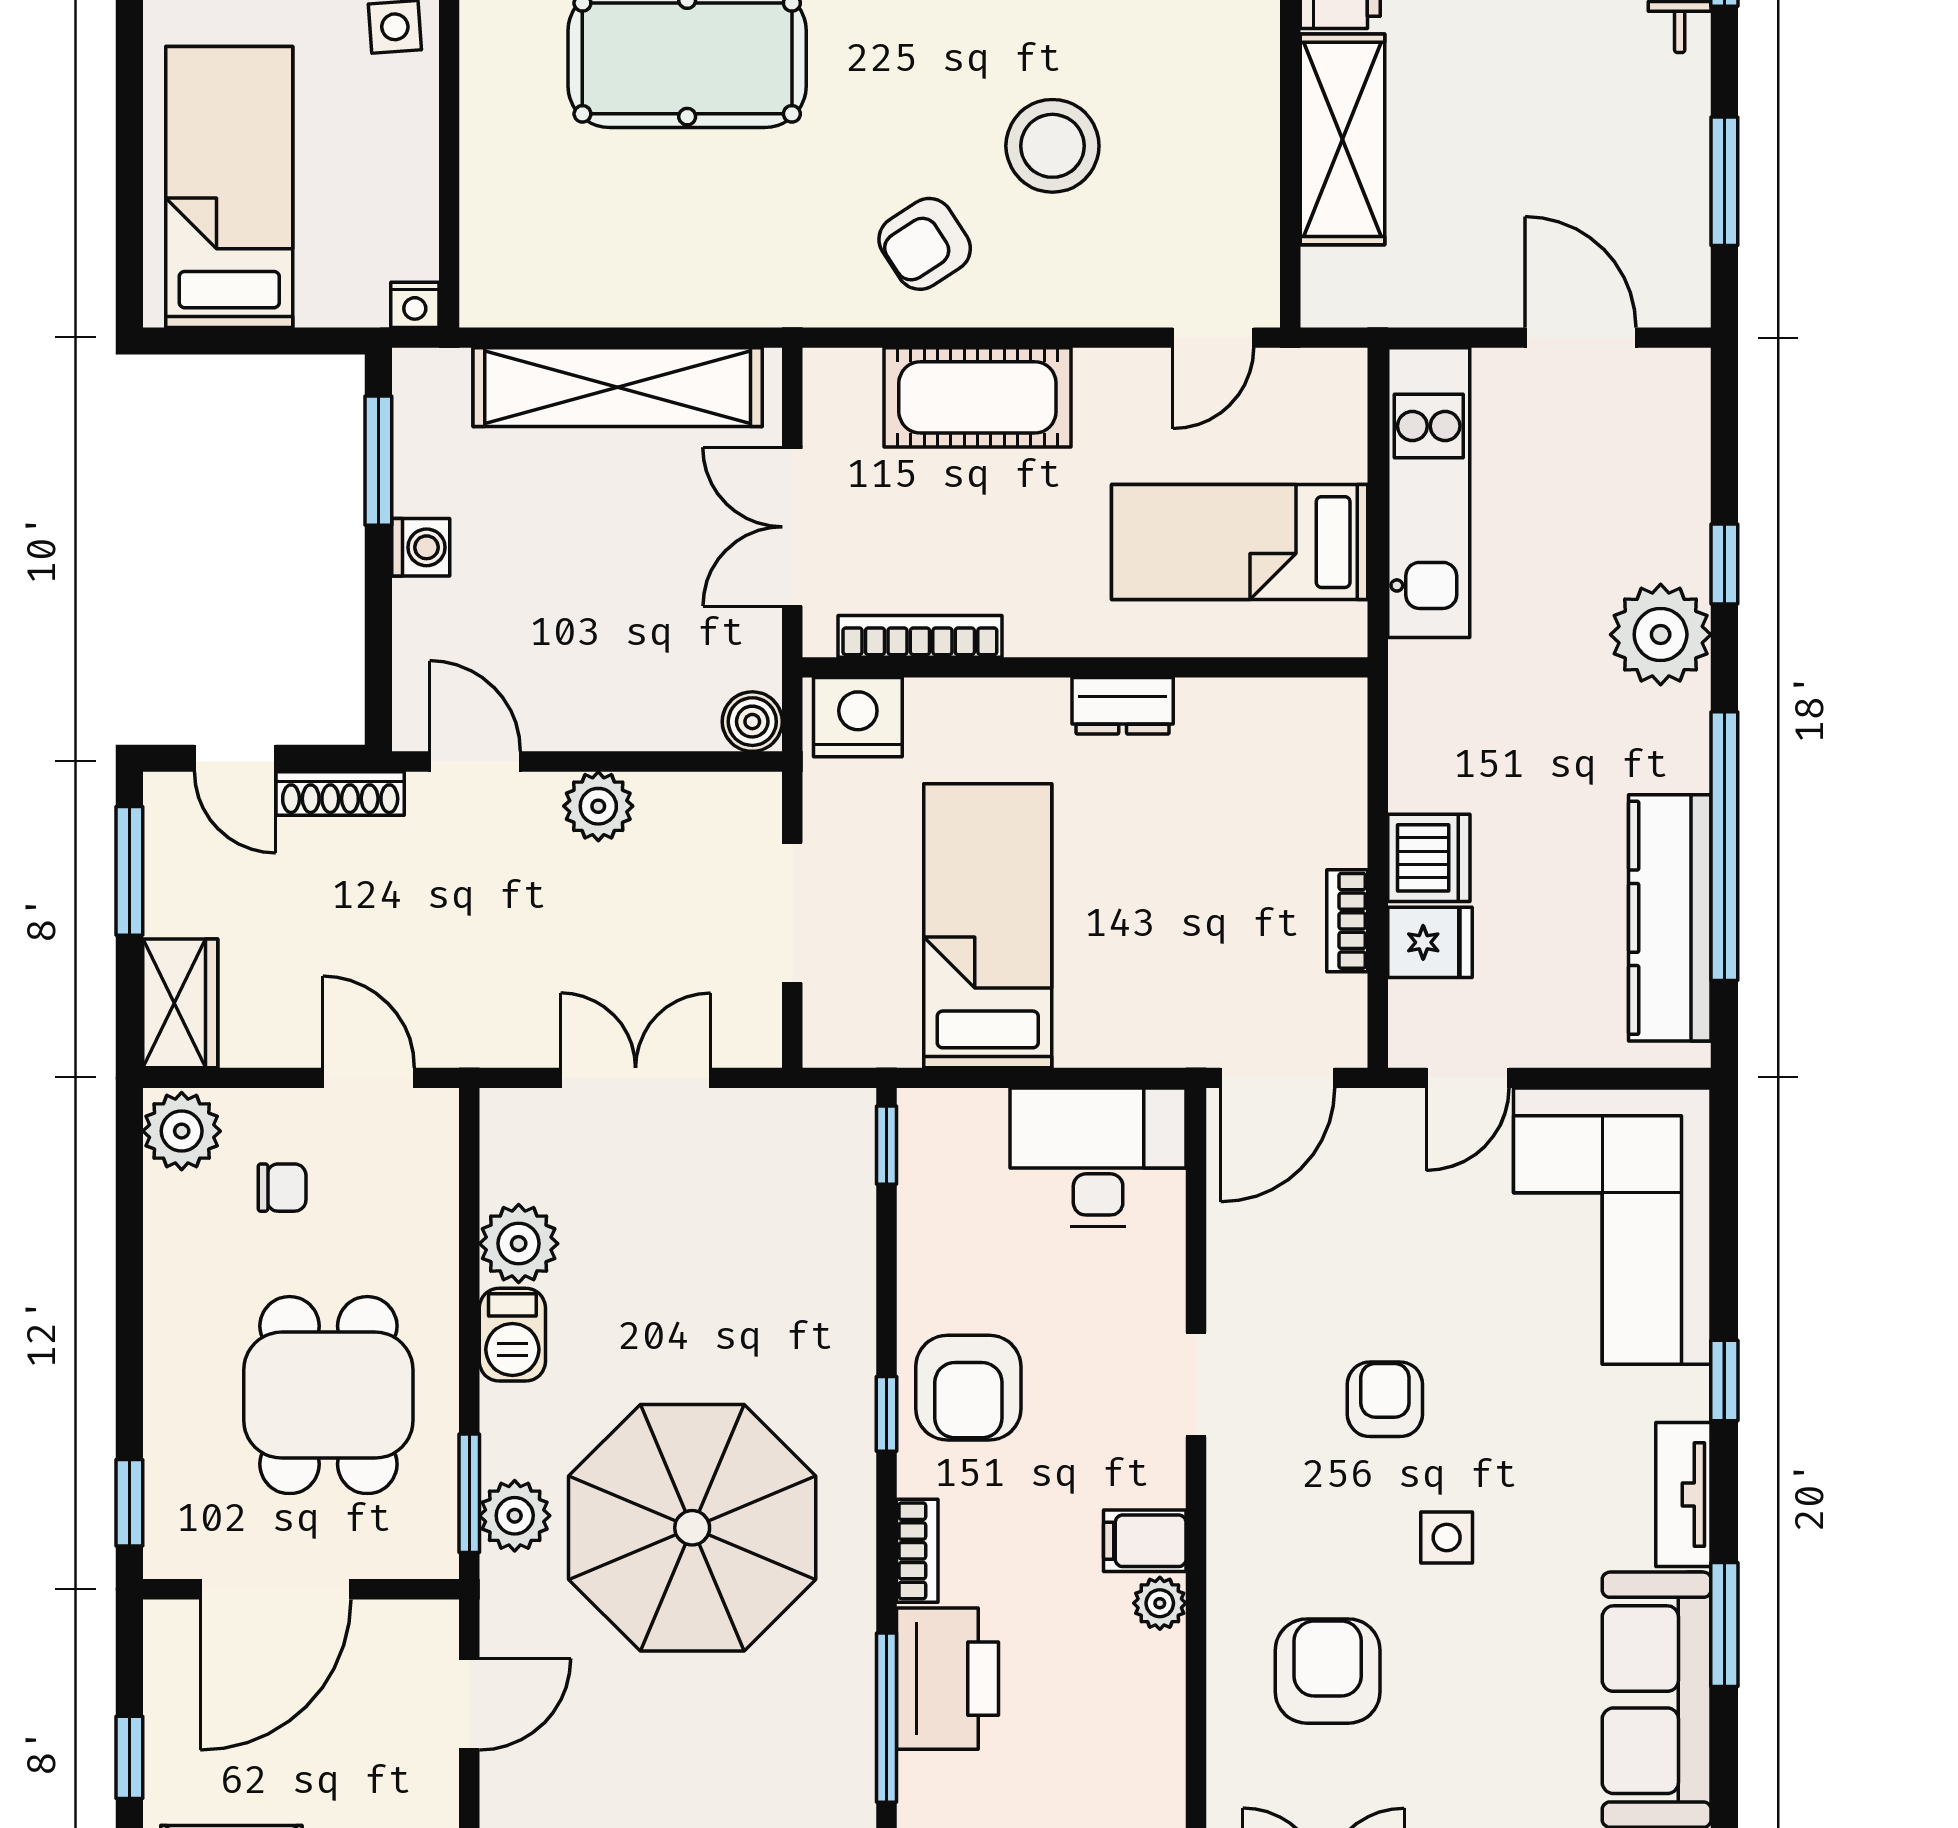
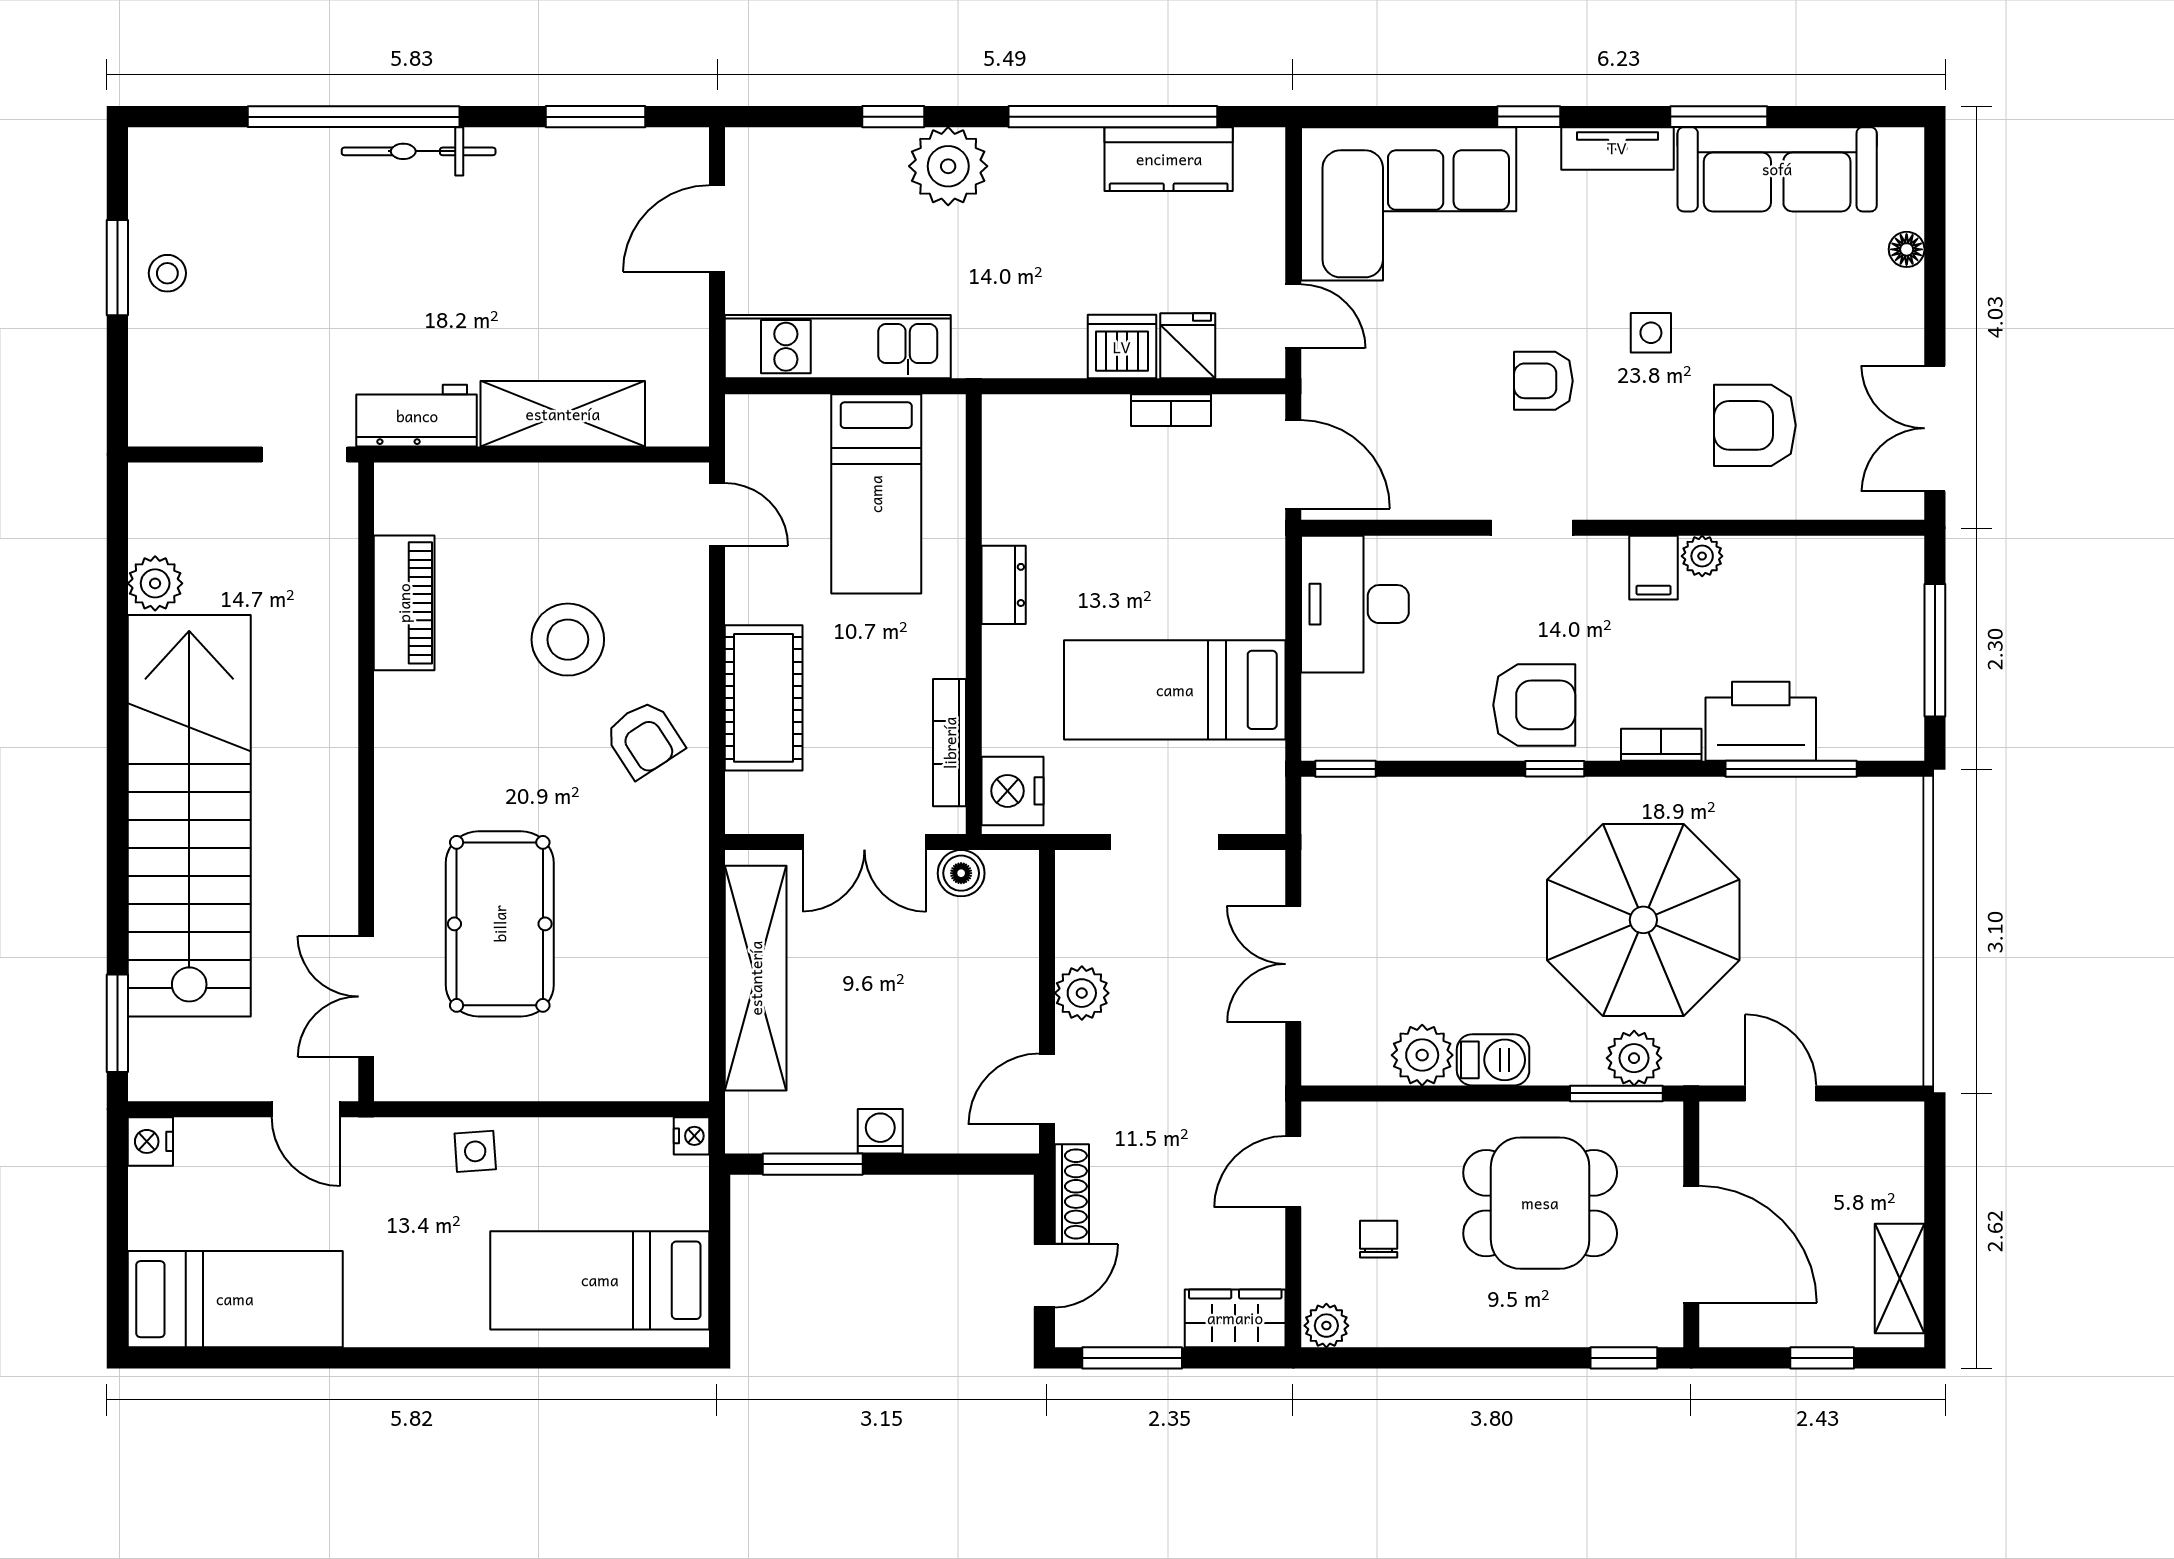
boiler: (752, 722) -> (961, 873), moved
kitchen counter: (1670, 918) -> (1169, 159), width x0.67
plant: (182, 1131) -> (1326, 1326), width x0.73, depth x0.73

